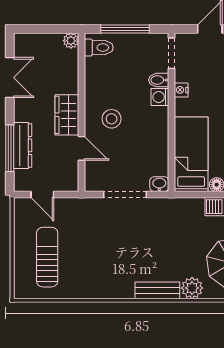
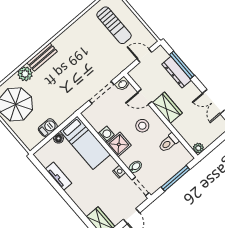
toilet: (99, 48) -> (169, 143), moved
washing machine: (160, 97) -> (106, 134), moved
shower: (156, 120) -> (119, 144), added
washbasin: (159, 184) -> (122, 84), moved

